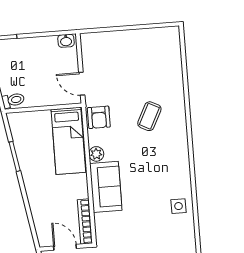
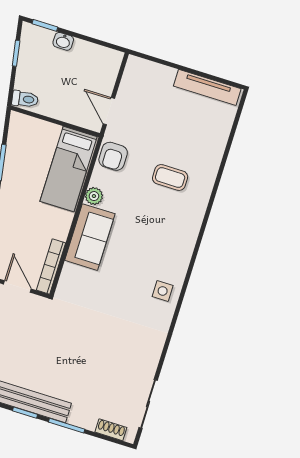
tv unit: (150, 35) -> (207, 87), added
washbasin: (66, 41) -> (63, 41), moved
coffee table: (149, 116) -> (170, 177), turned 63

